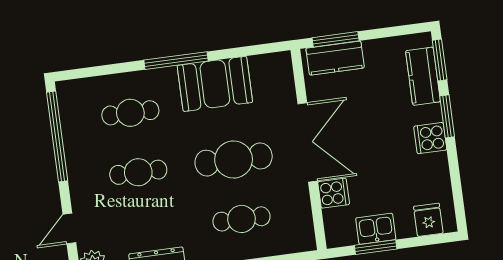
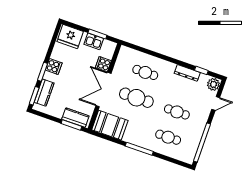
booth: (215, 84) -> (110, 125), moved
fridge: (428, 220) -> (70, 37), width x1.88, depth x1.34

